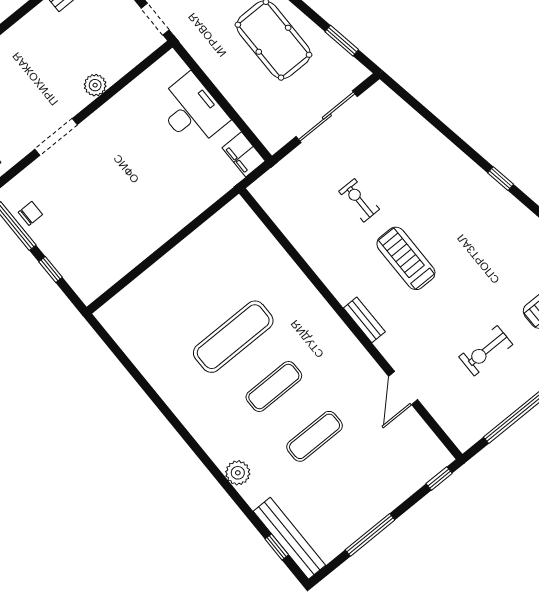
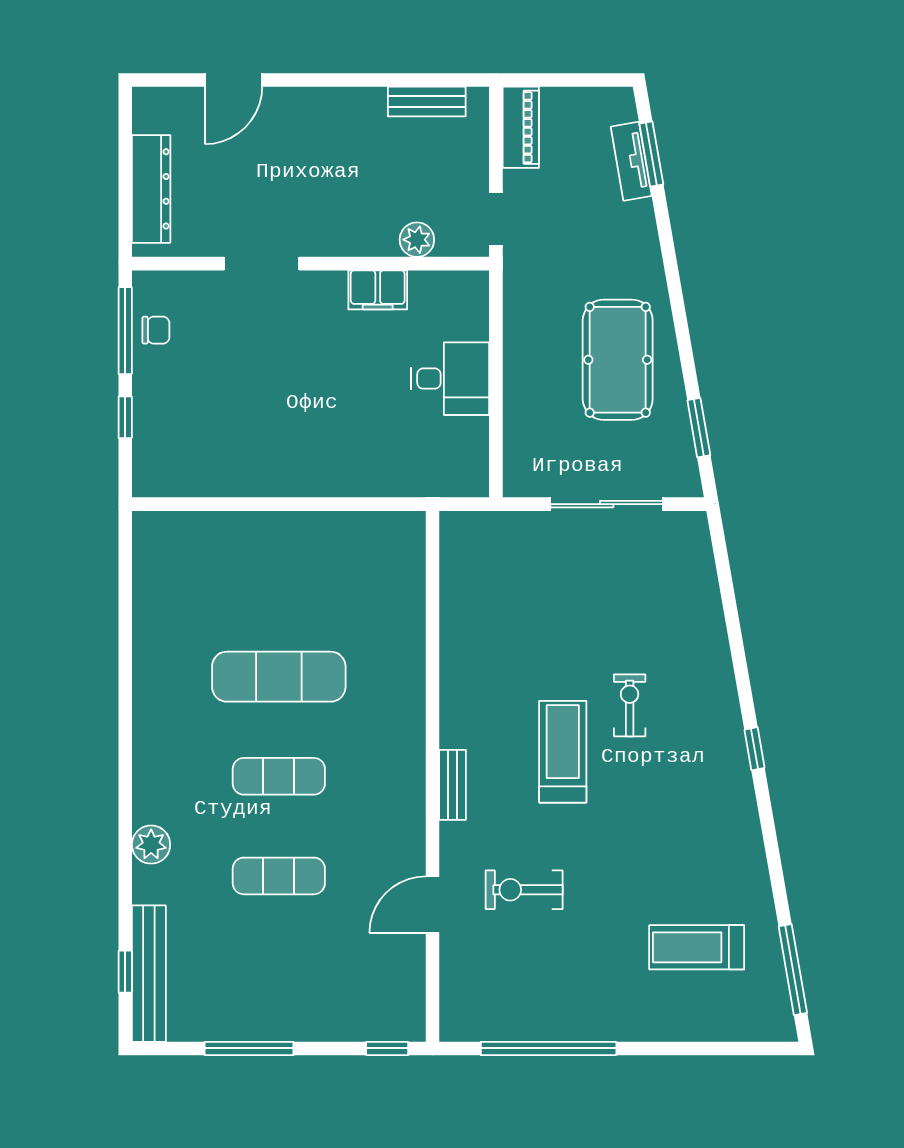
plant: (95, 85) -> (417, 240), moved
desk: (192, 111) -> (450, 379), width x0.73
filing cabinet: (244, 154) -> (378, 290), moved, turned -90
exercise bike: (359, 200) -> (630, 705), moved
exercise bike: (486, 351) -> (524, 890), moved

